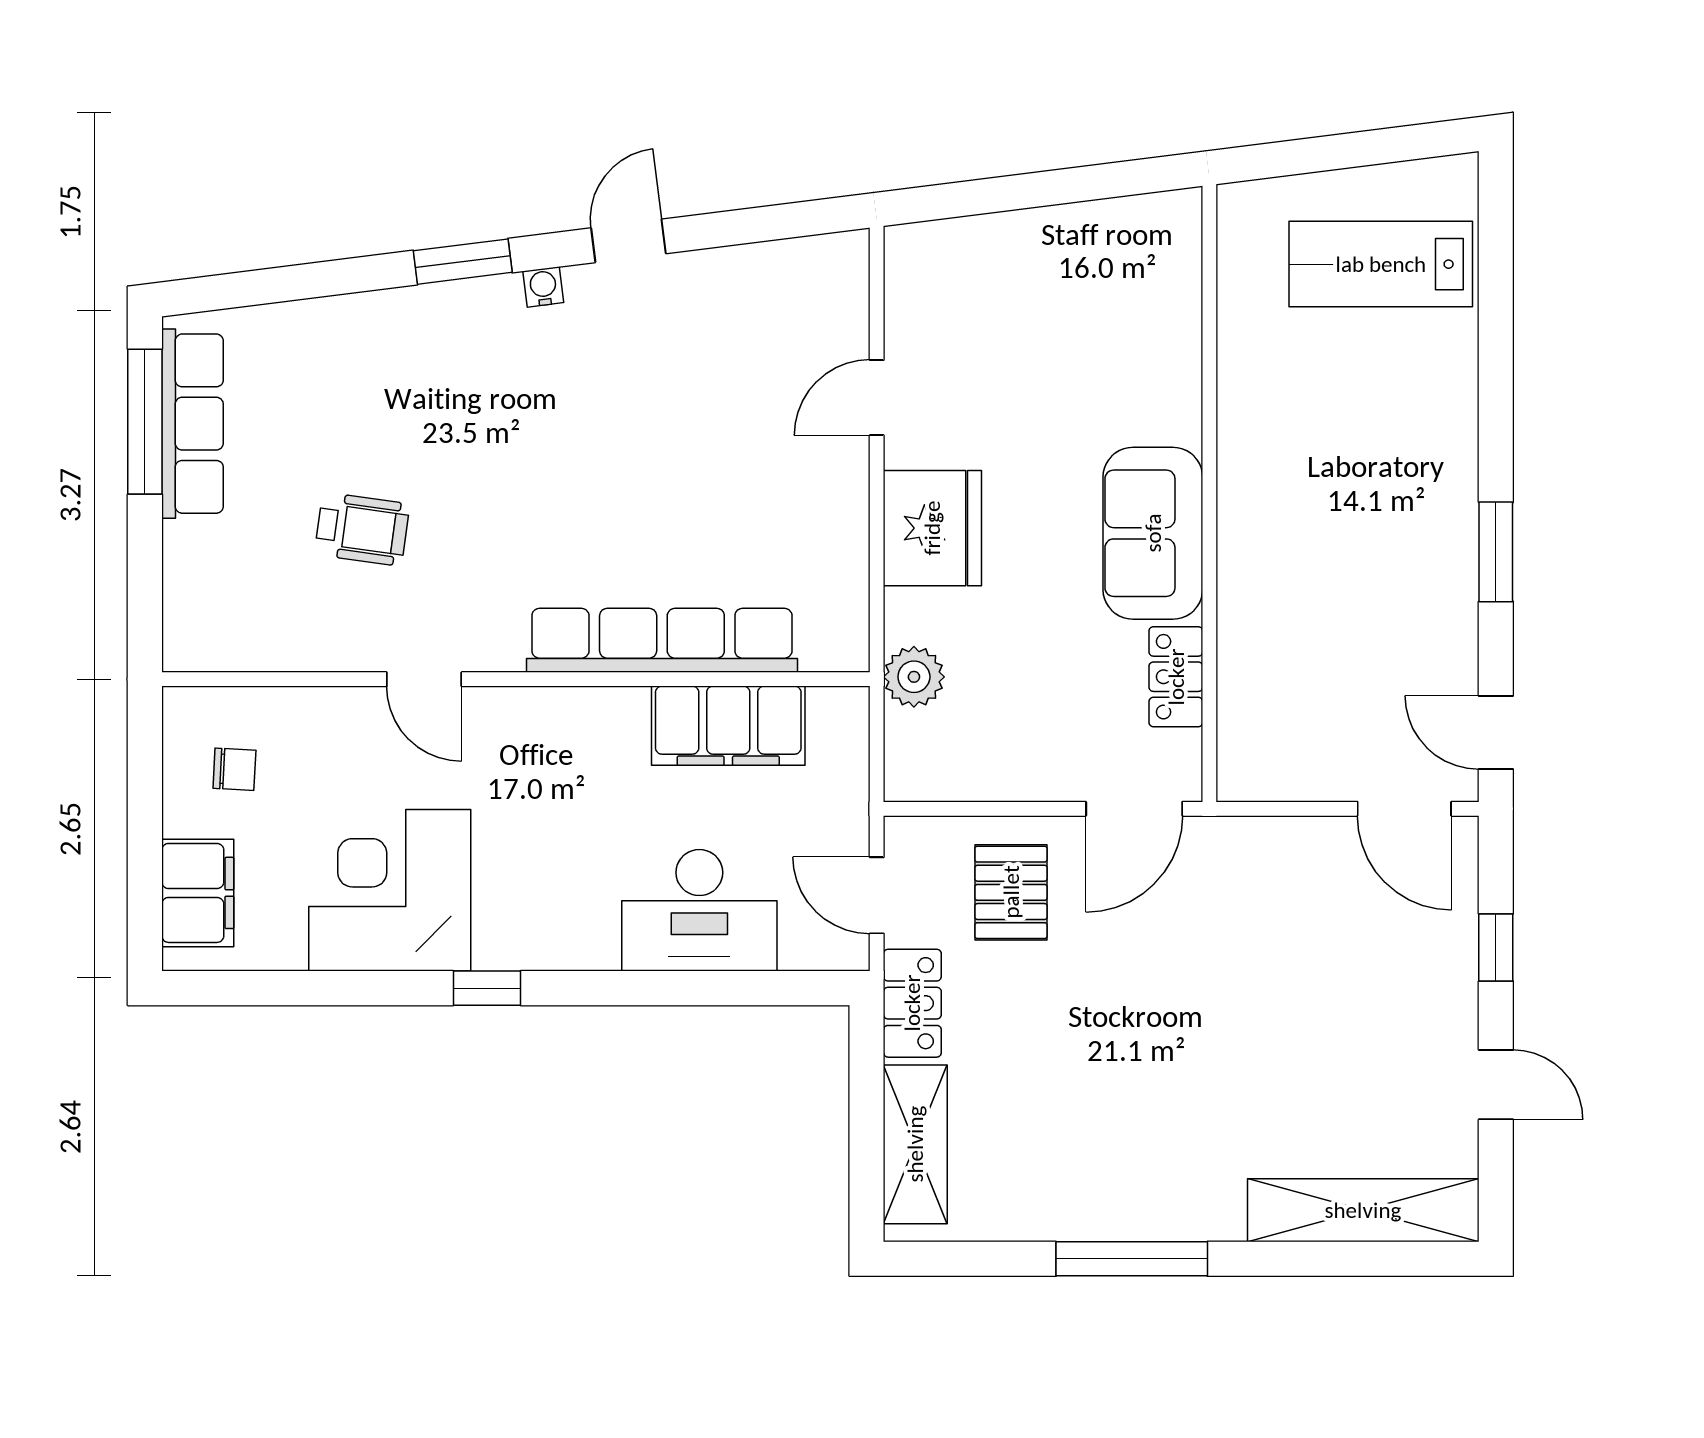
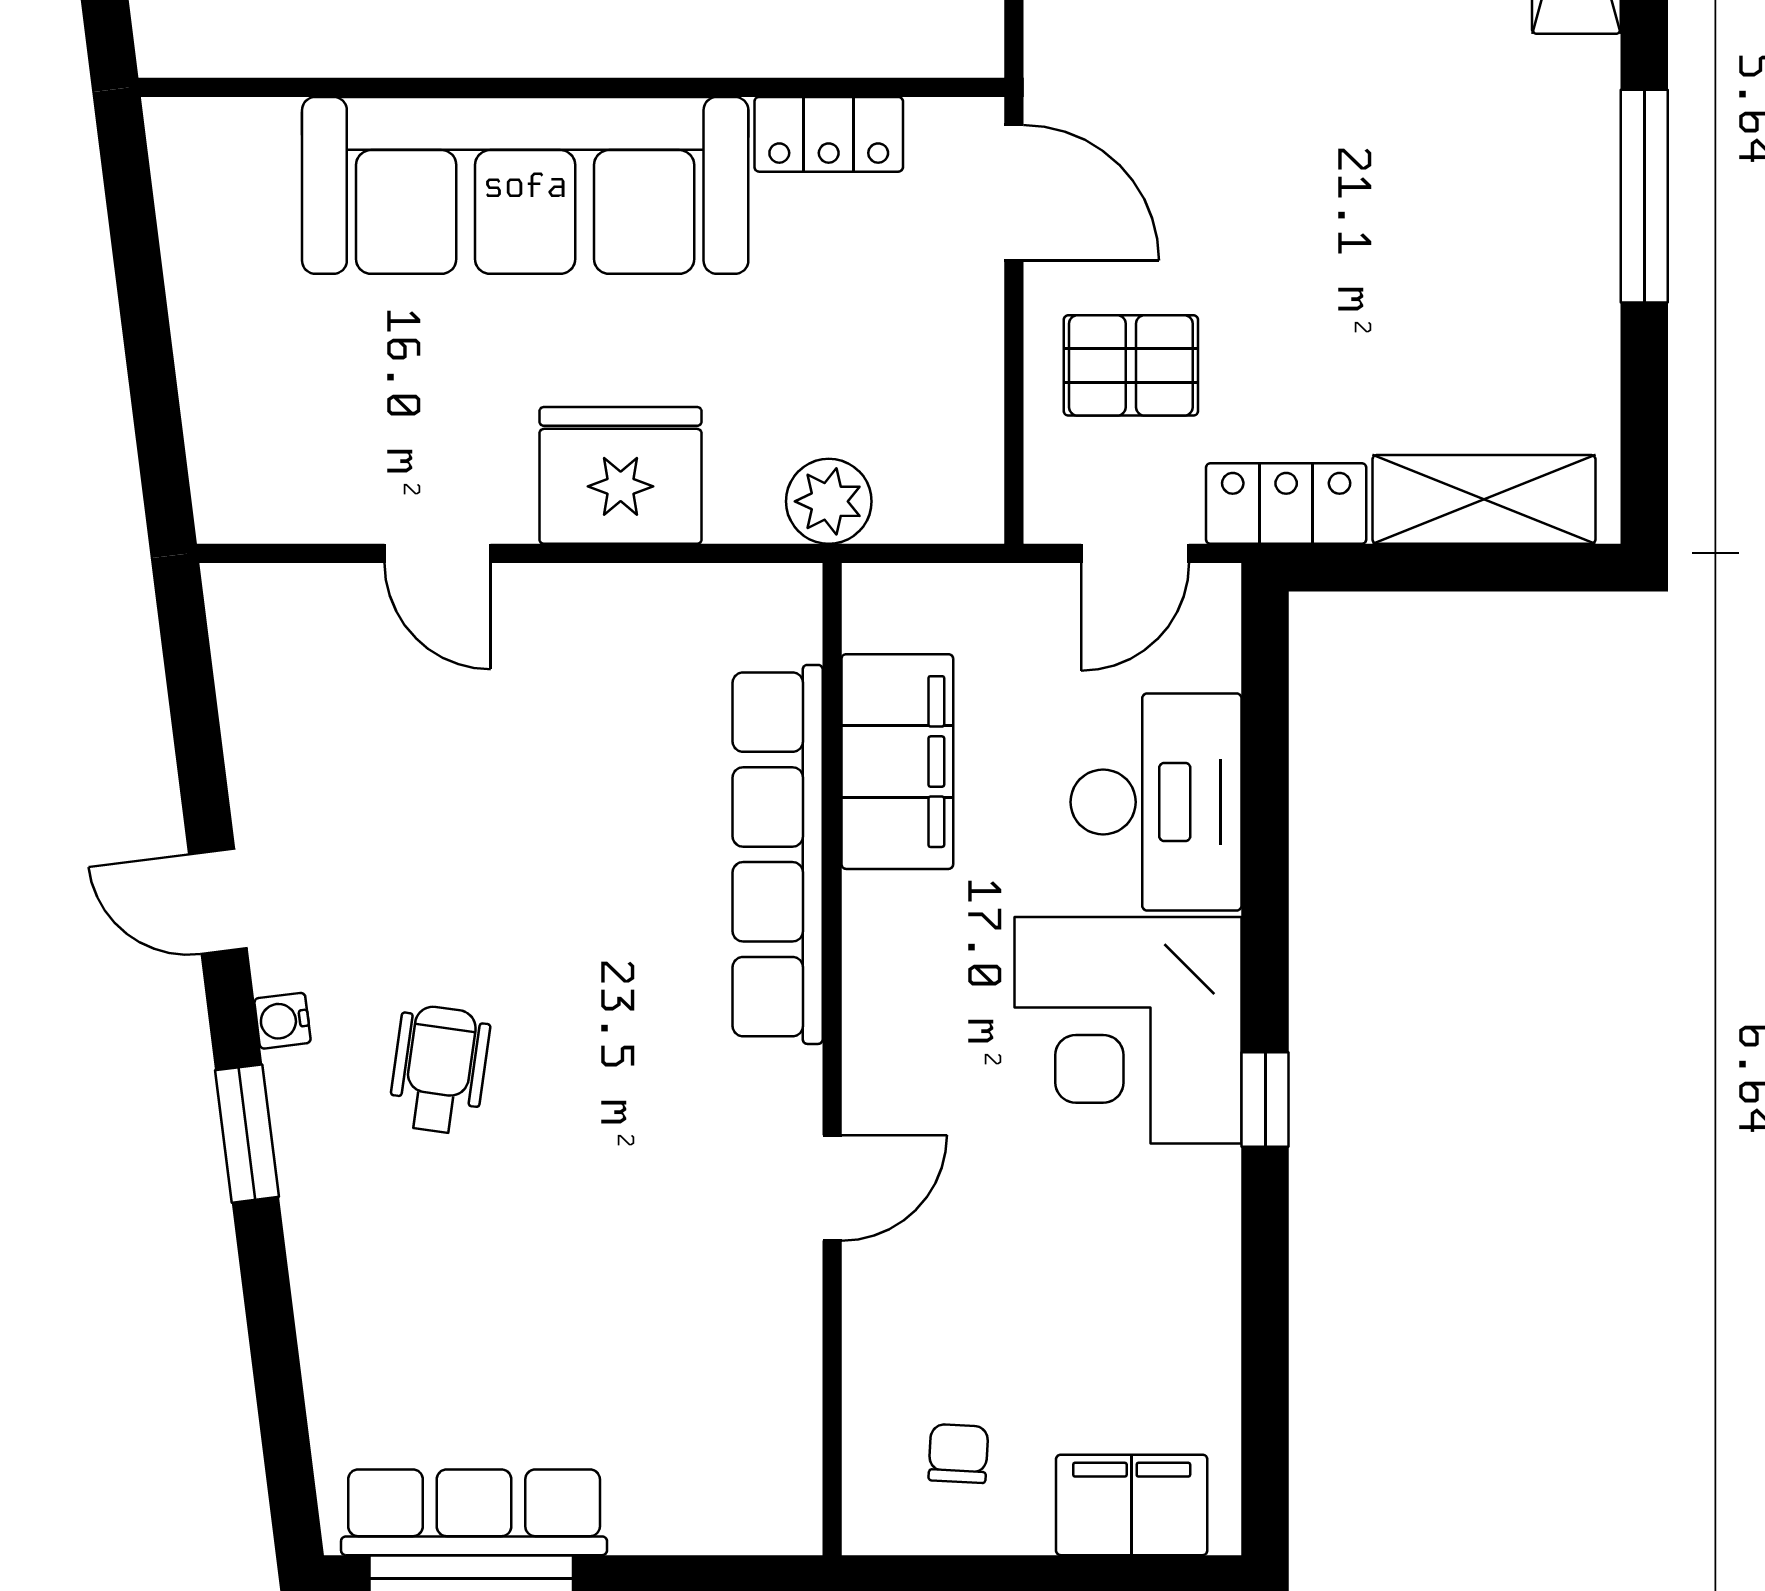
wheelchair: (362, 529) -> (439, 1069), moved
sofa: (1153, 533) -> (525, 185), width x1.85, depth x1.27
corner desk: (390, 890) -> (1128, 1030), moved

